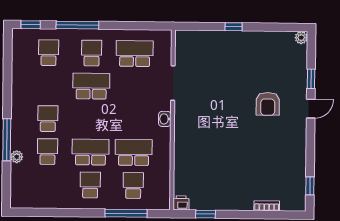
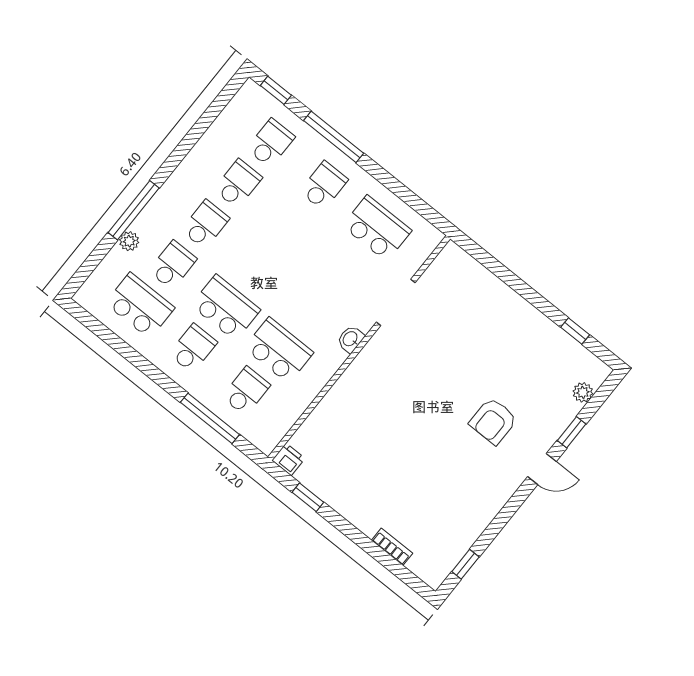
window: (234, 27) -> (575, 331), moved
plant: (301, 38) -> (583, 392), moved
school desk: (91, 86) -> (238, 184), moved, width x0.54
school desk: (47, 185) -> (140, 306), added

